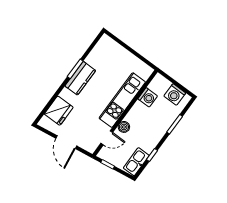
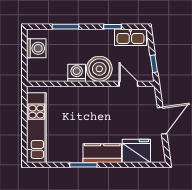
kitchen counter: (80, 78) -> (102, 153), moved
washing machine: (148, 97) -> (77, 73), moved
kitchen unit: (122, 100) -> (36, 128), moved, turned -90
boiler: (124, 127) -> (99, 69), width x1.86, depth x1.86

